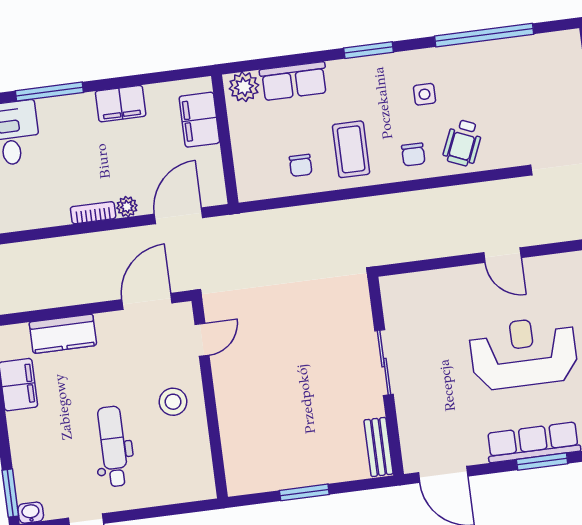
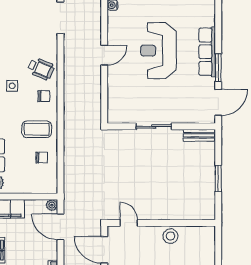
plant: (127, 207) -> (52, 205), moved
stool: (173, 402) -> (170, 236), moved
window: (542, 462) -> (218, 68), moved

